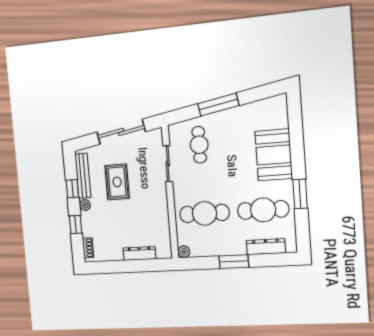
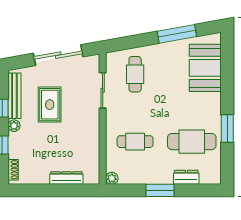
window: (218, 105) -> (177, 34), moved
booth: (274, 155) -> (205, 68), moved
cafe table: (204, 213) -> (135, 142), width x0.73, depth x0.74
dresser: (266, 247) -> (186, 177), width x0.70

